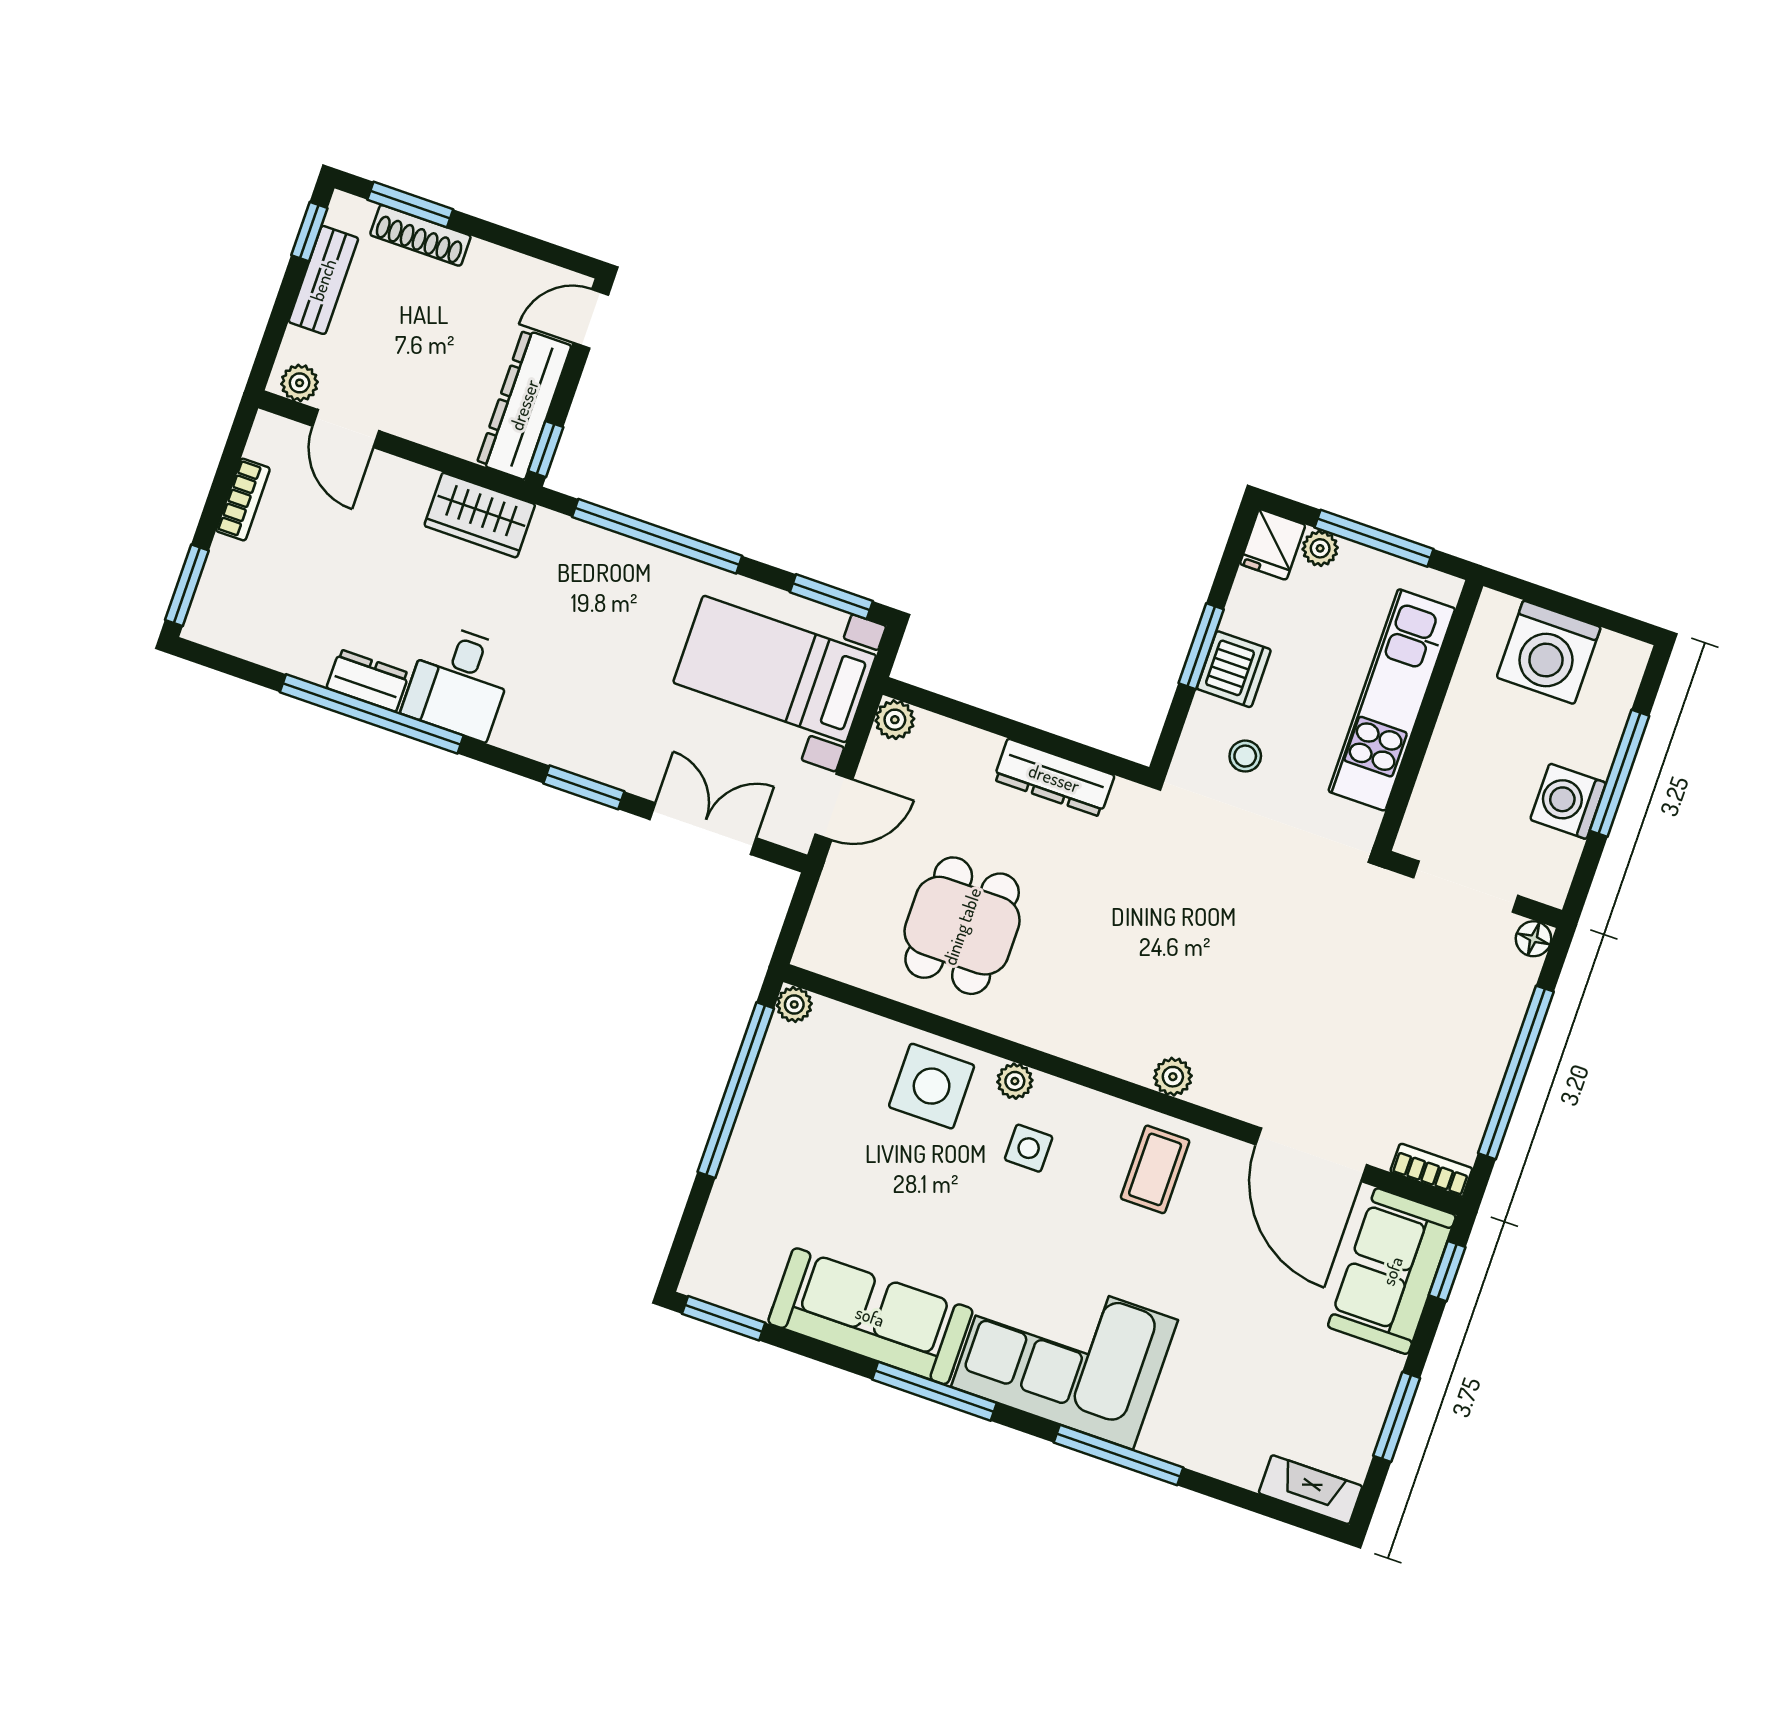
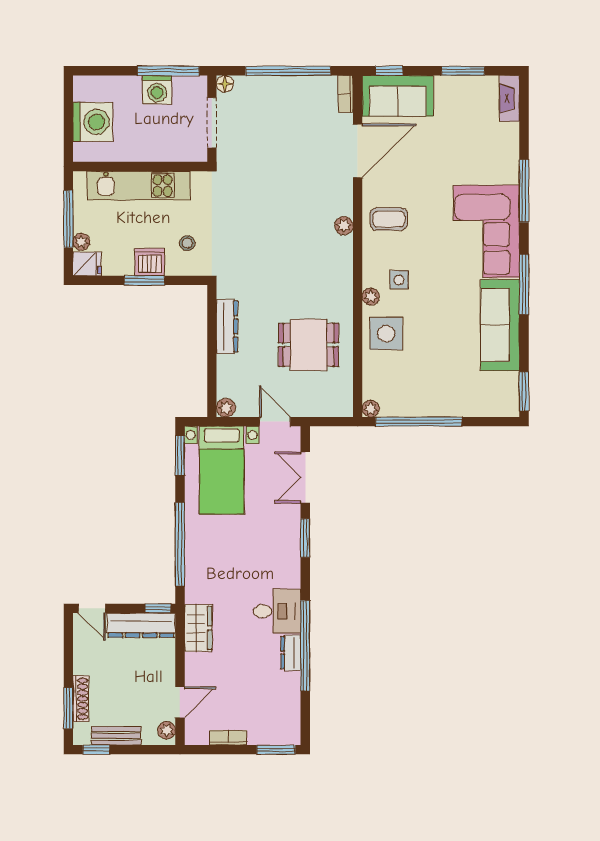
window: (1620, 773) -> (168, 71), moved

